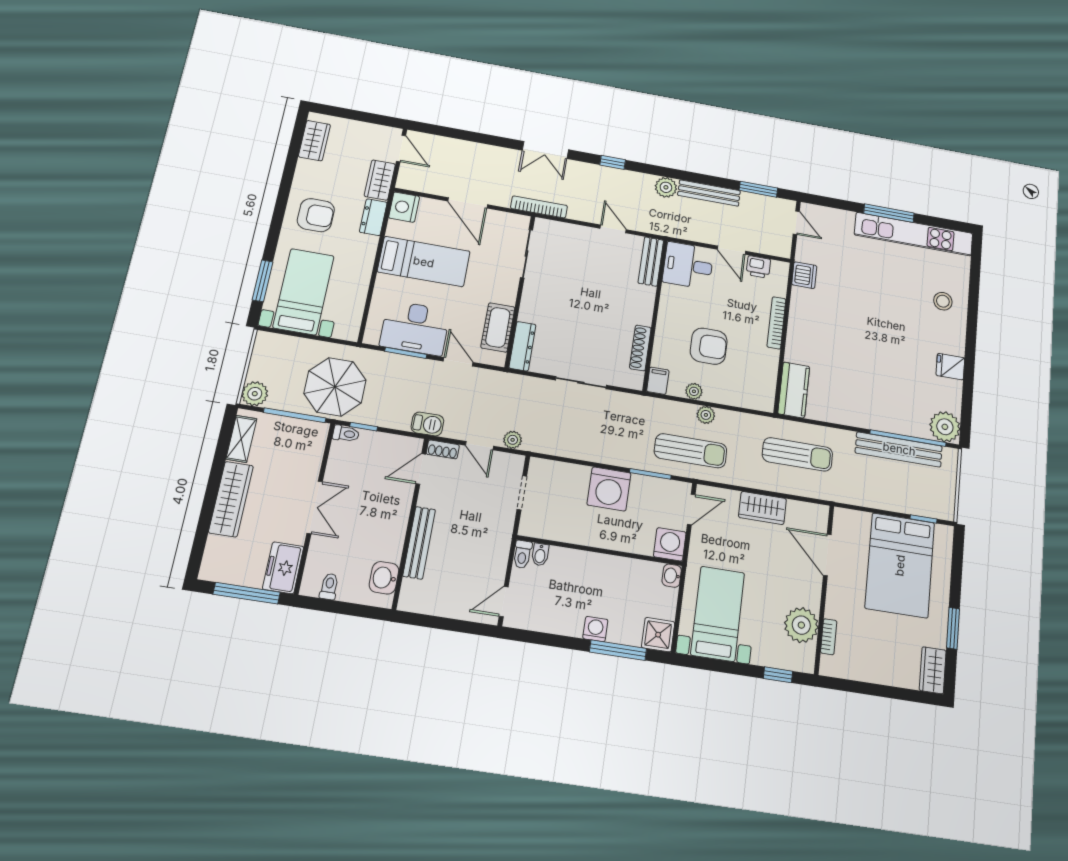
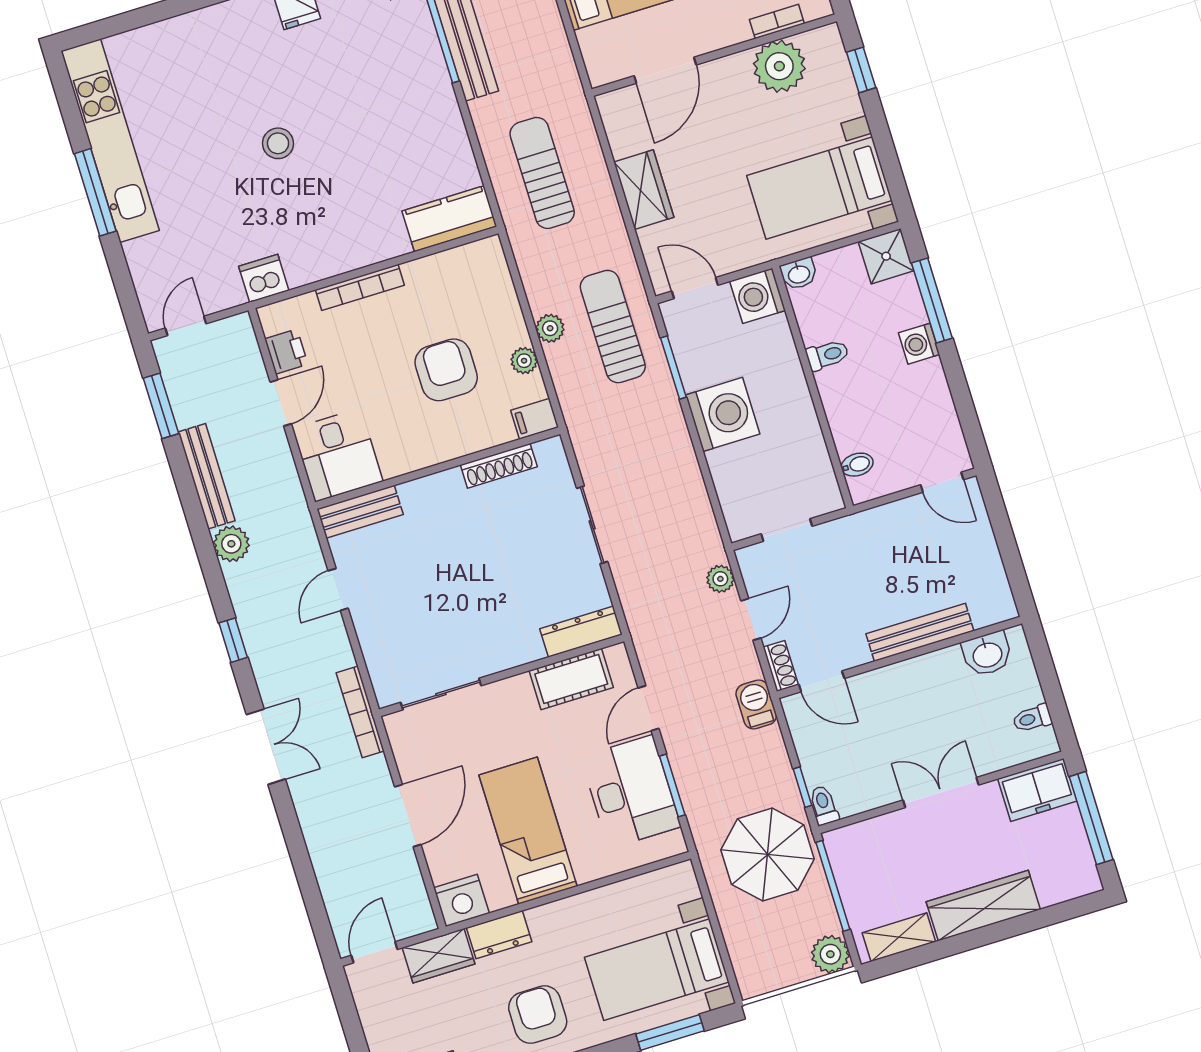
stool: (943, 301) -> (278, 143), moved
toilet: (522, 554) -> (827, 355), moved

